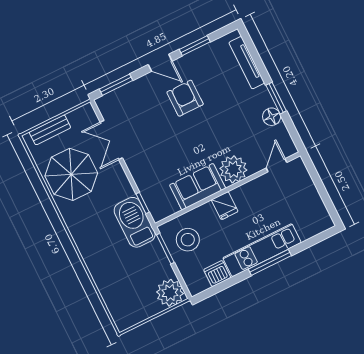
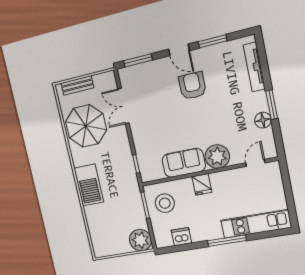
barbecue: (135, 222) -> (89, 185), moved, turned 180
kitchen unit: (262, 250) -> (256, 224), moved

